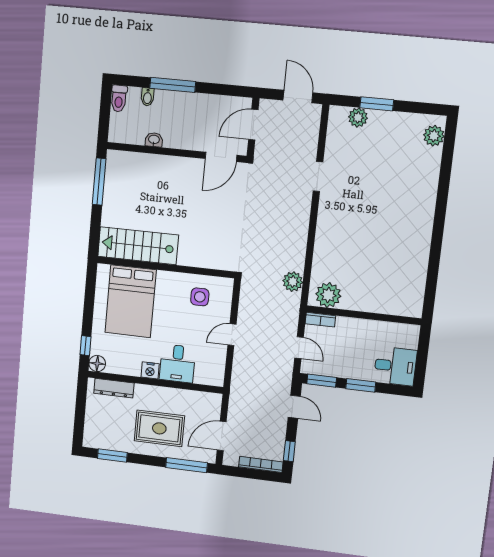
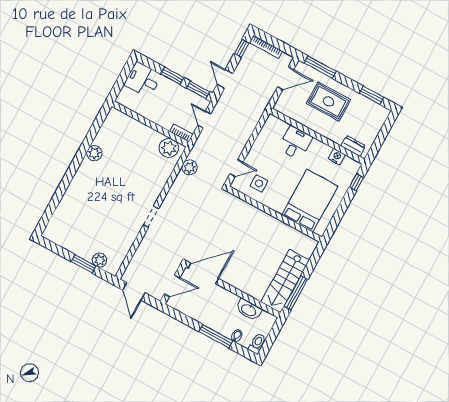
plant: (434, 136) -> (94, 153), moved
washbasin: (154, 140) -> (249, 310), width x1.91, depth x1.45
door: (221, 157) -> (203, 274), width x1.36
doorway: (318, 176) -> (151, 217), moved
stairs: (138, 246) -> (285, 281), moved, turned 90
door: (232, 335) -> (236, 168), moved
floor lamp: (97, 364) -> (353, 166), removed
nightstand: (150, 370) -> (337, 157), moved
dresser: (114, 388) -> (353, 146), width x0.70

